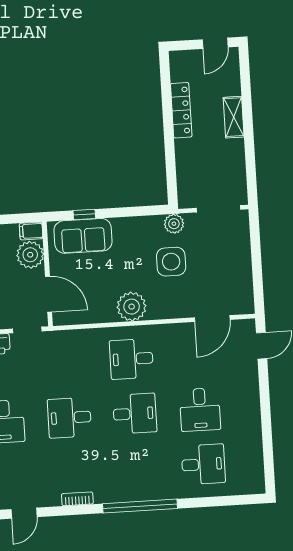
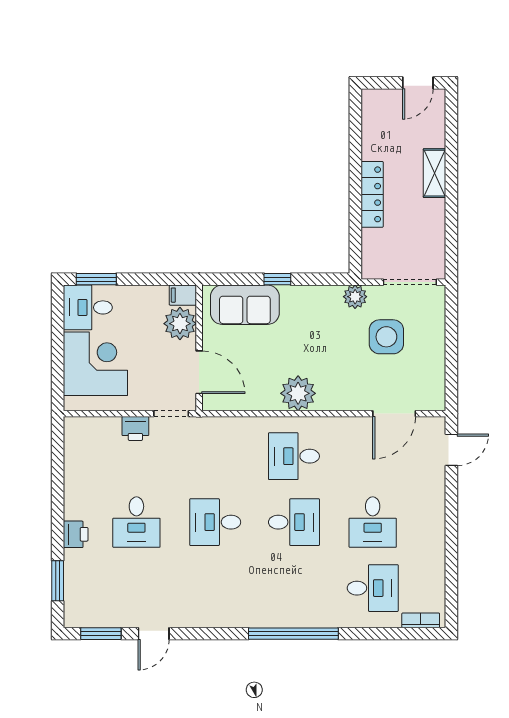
locker: (181, 110) -> (372, 194), moved
window: (84, 214) -> (277, 279), moved
side table: (171, 262) -> (386, 337), moved
bookcase: (77, 499) -> (421, 620), moved

